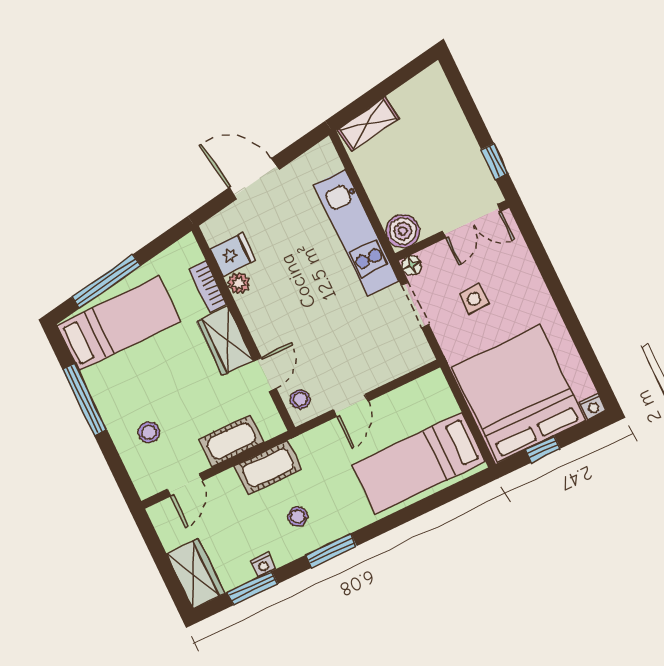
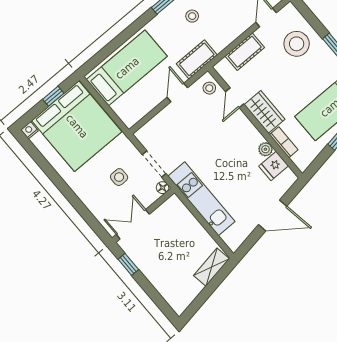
boiler: (403, 231) -> (173, 207), removed
stool: (149, 432) -> (297, 44), width x1.89, depth x1.89
cot: (268, 468) -> (197, 59), moved

